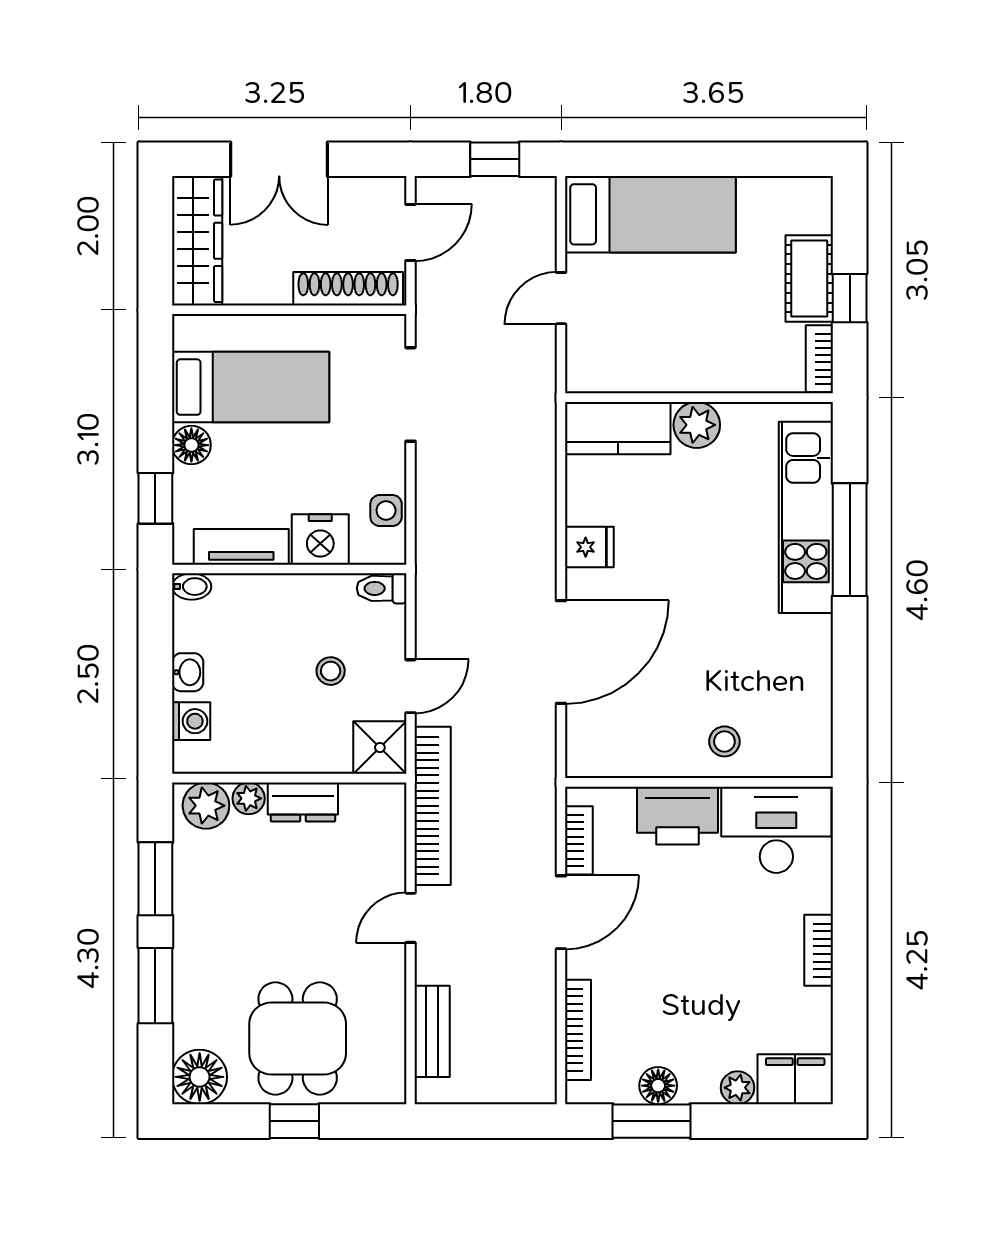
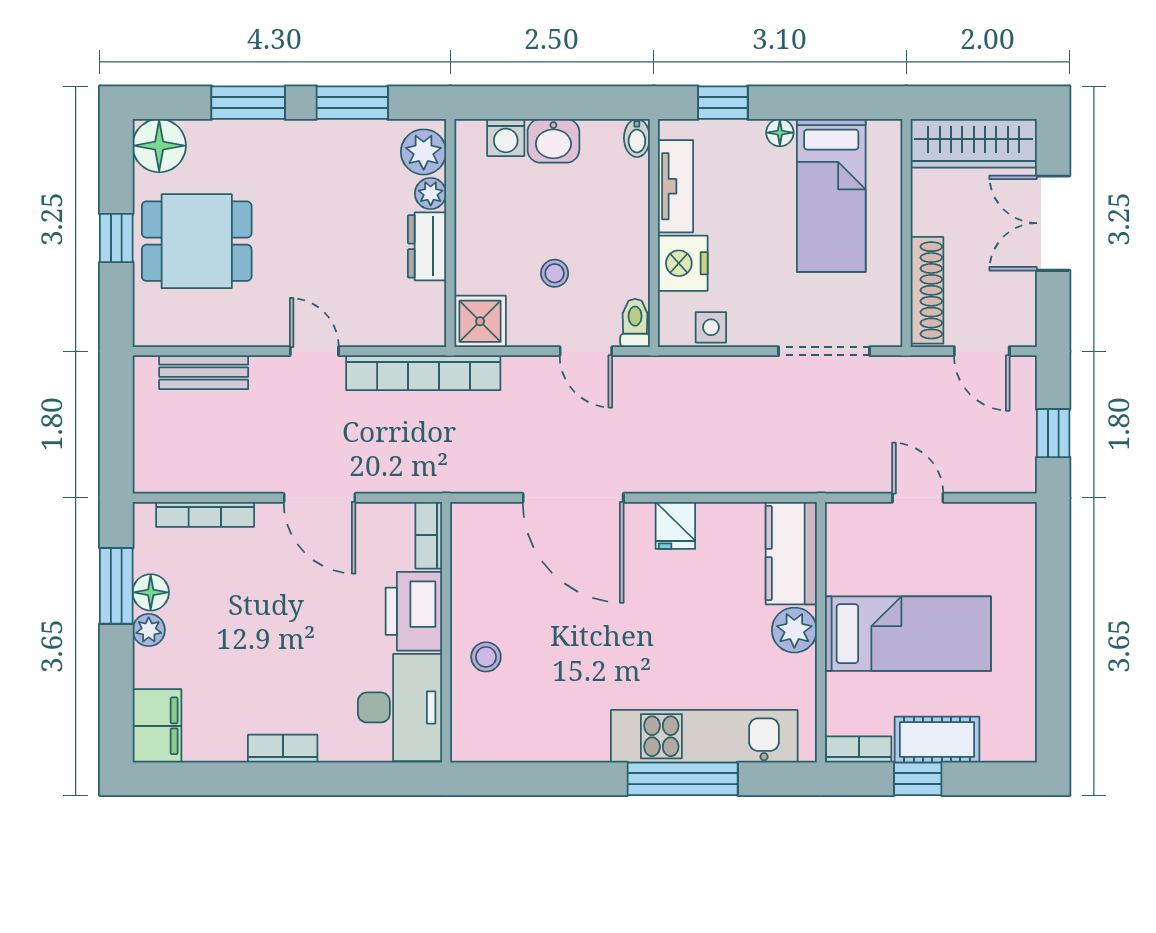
bed: (650, 214) -> (908, 634), moved, turned -90
floor lamp: (191, 445) -> (780, 133), width x0.73, depth x0.73
washbasin: (188, 672) -> (553, 141), width x1.38, depth x1.45
door: (410, 686) -> (586, 351), moved
bookcase: (579, 840) -> (429, 535), moved, turned 90
plant: (738, 1088) -> (149, 630), moved

